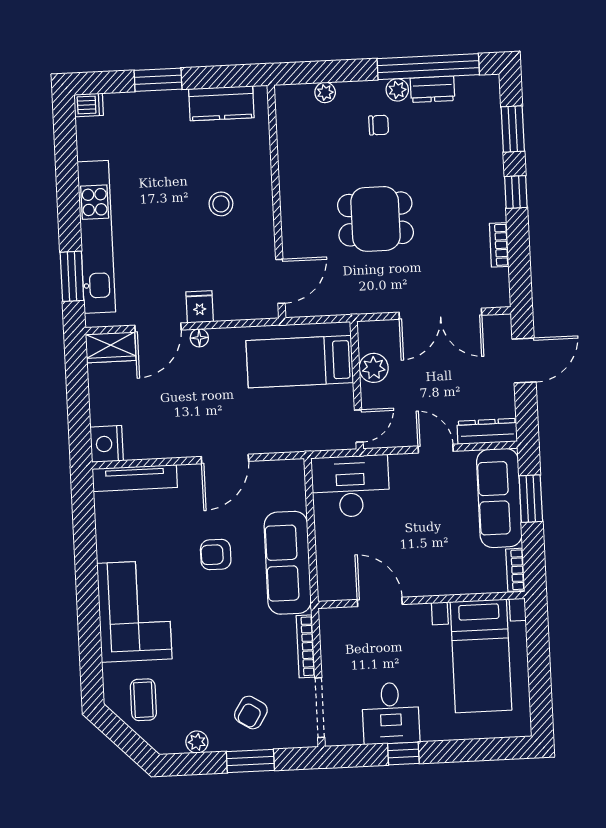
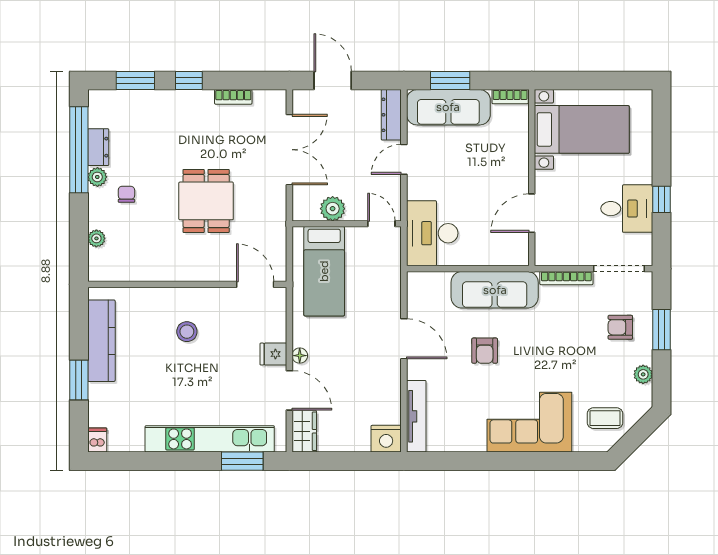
kitchen counter: (221, 103) -> (101, 341), width x1.50
armchair: (251, 712) -> (620, 327), turned 148

